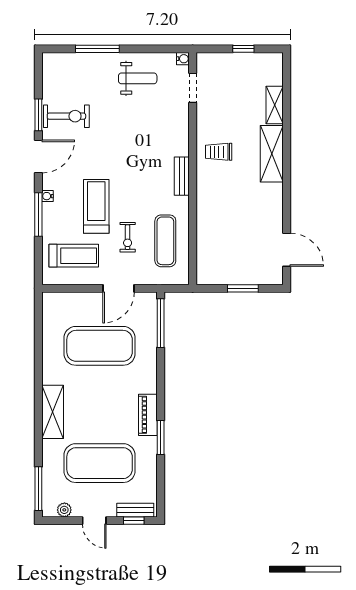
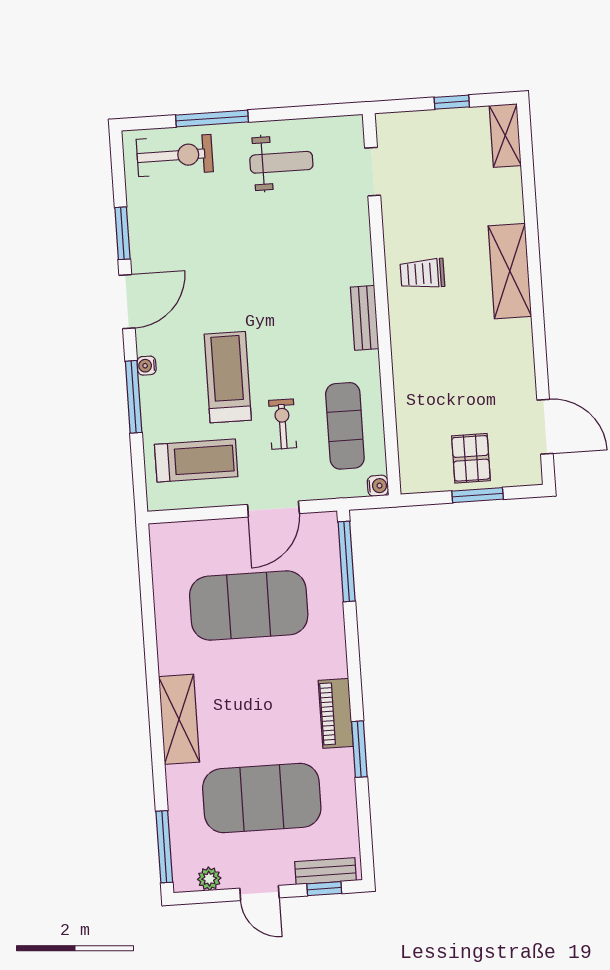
water cooler: (183, 59) -> (378, 486), moved
shelving: (275, 105) -> (505, 135), moved
exercise bike: (66, 116) -> (175, 155), moved
exercise bike: (128, 237) -> (283, 424), turned 180
pallet: (240, 266) -> (471, 458), added

